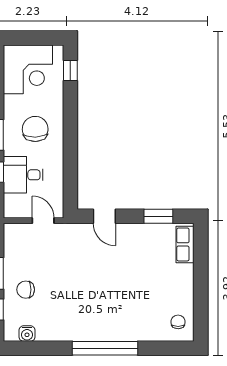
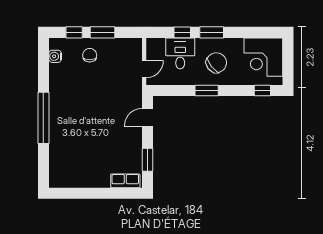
chair: (35, 129) -> (216, 63), turned -36
window: (70, 141) -> (207, 90), added
chair: (178, 322) -> (64, 175), removed

